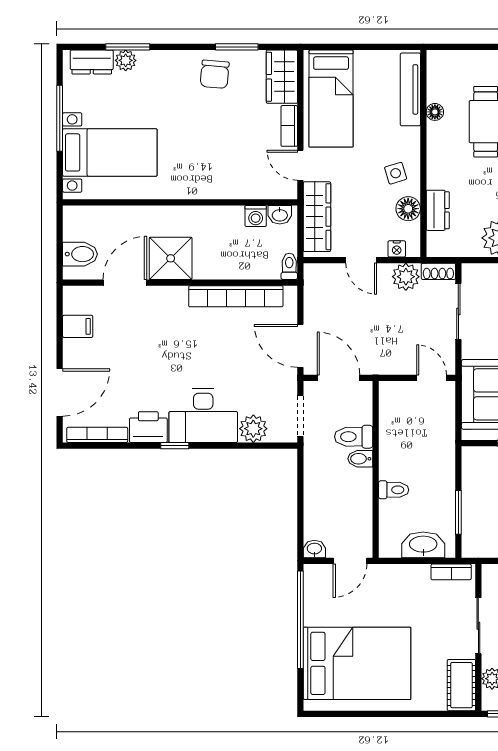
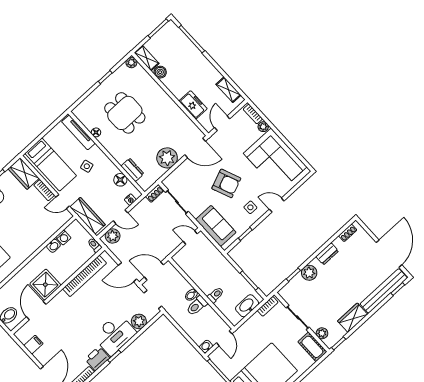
side table: (396, 173) -> (87, 166), moved
washbasin: (280, 215) -> (53, 246), moved
plant: (406, 277) -> (113, 236), moved
toilet: (354, 437) -> (197, 306), moved

